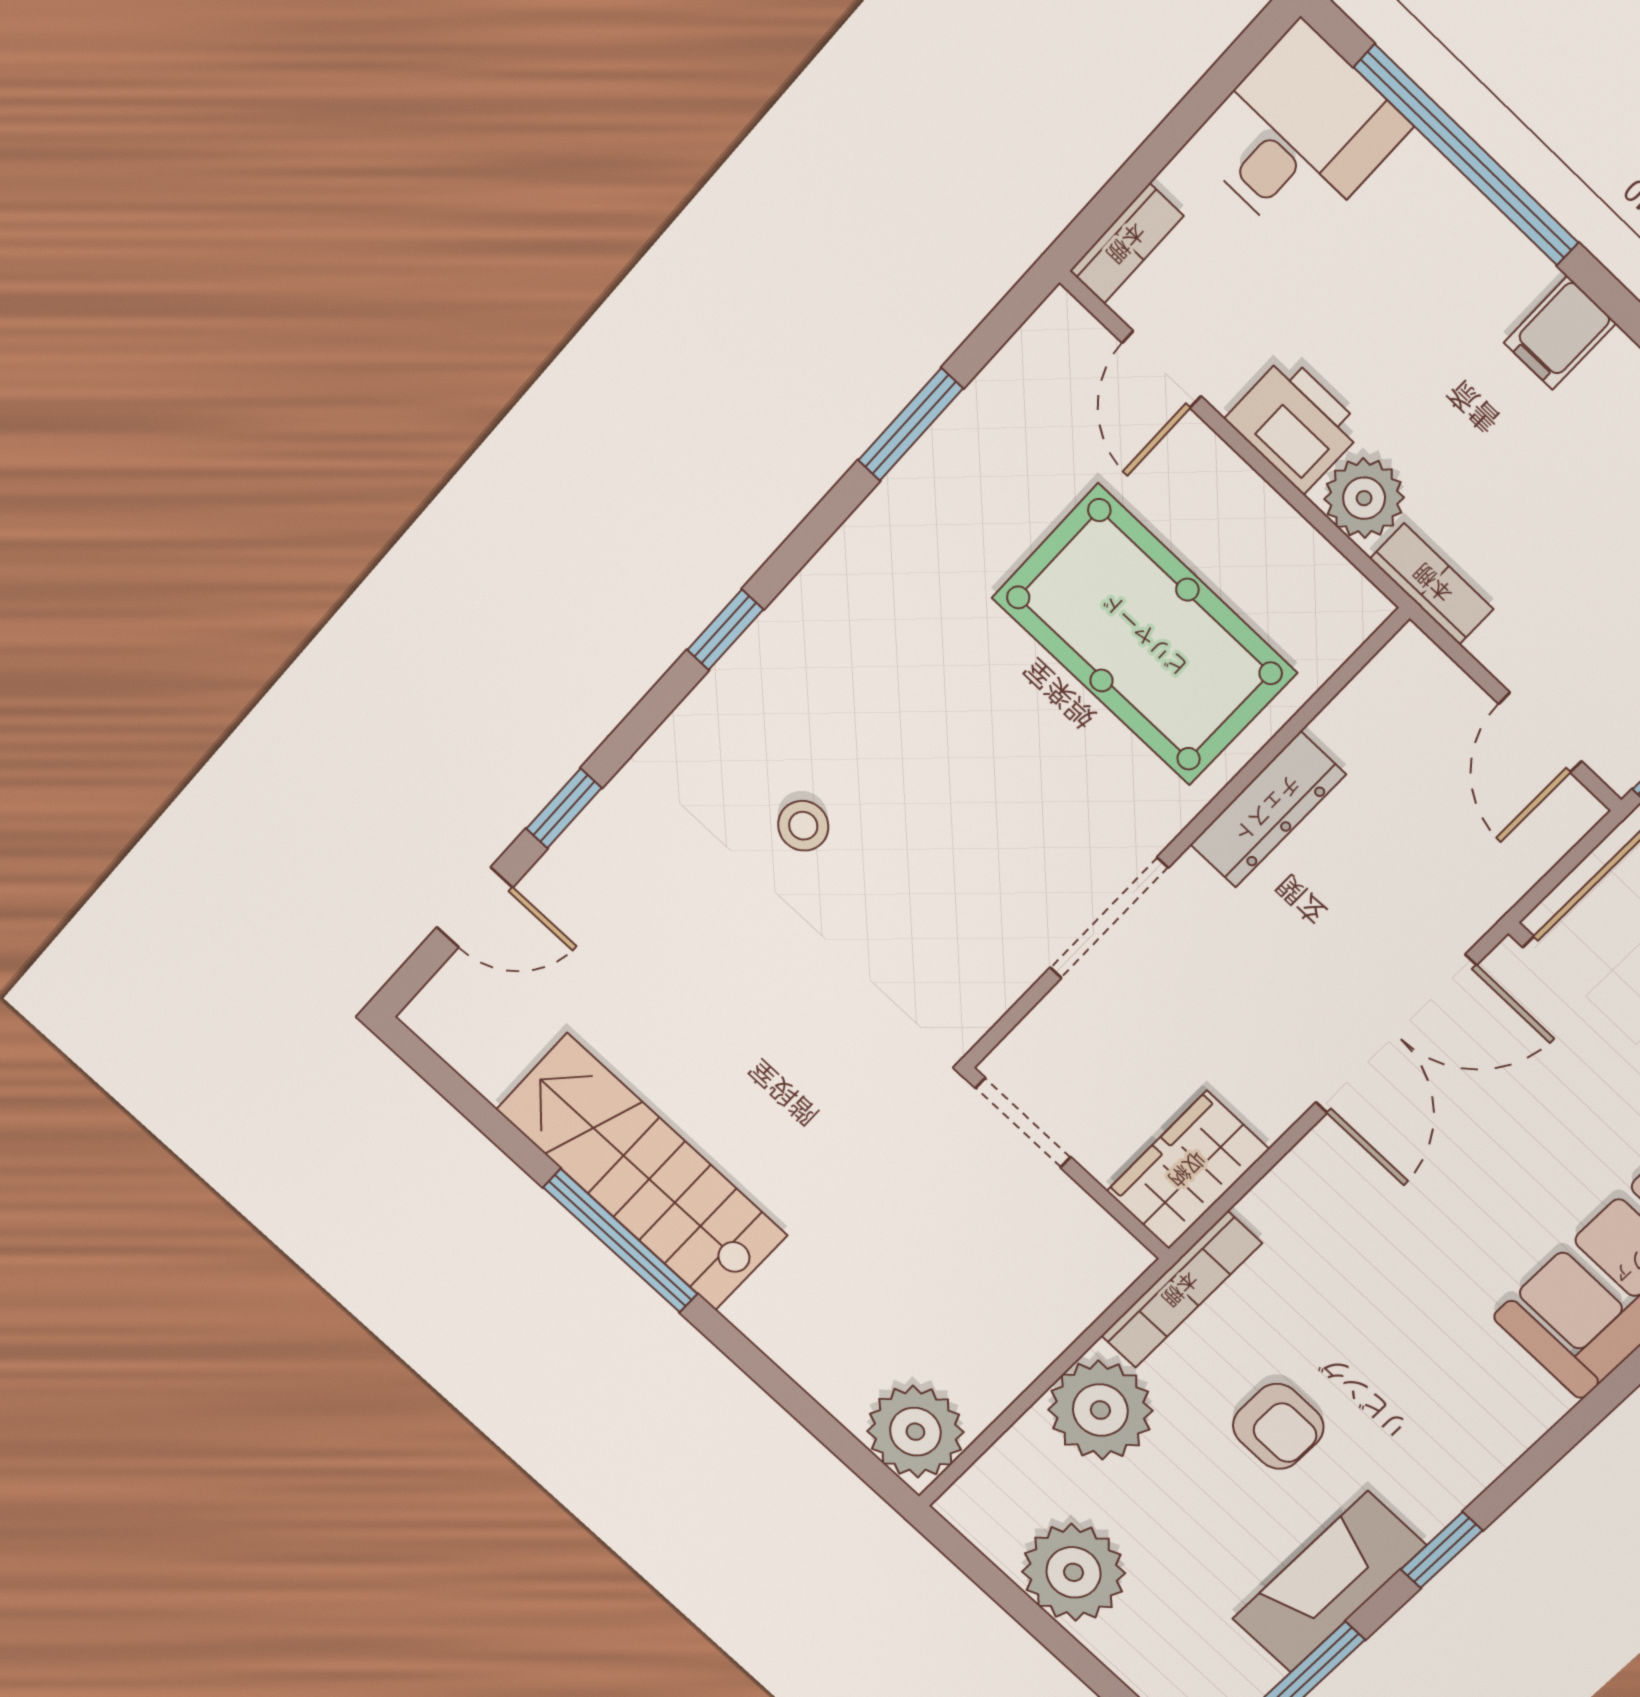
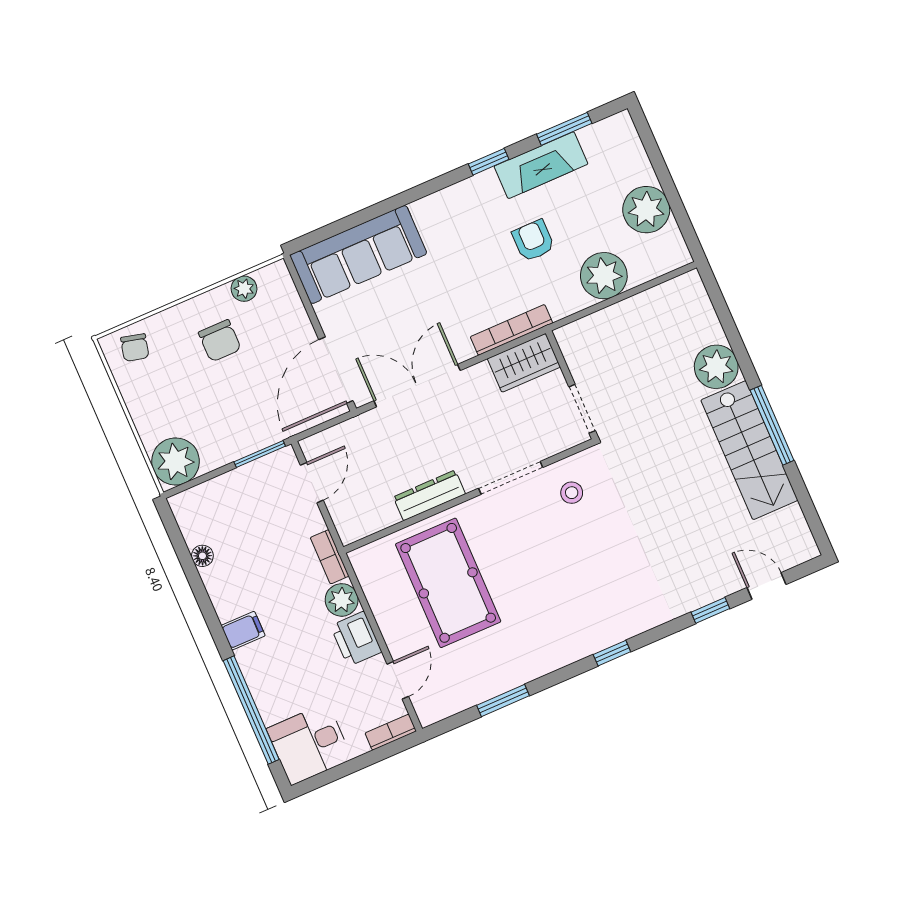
stool: (803, 826) -> (572, 493), moved
bookcase: (1181, 1290) -> (511, 330), moved
plant: (915, 1432) -> (716, 367), moved

